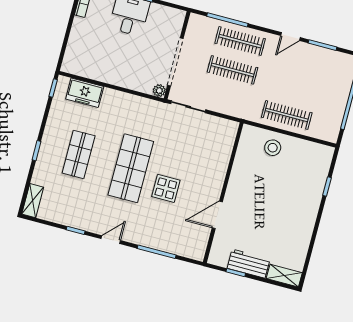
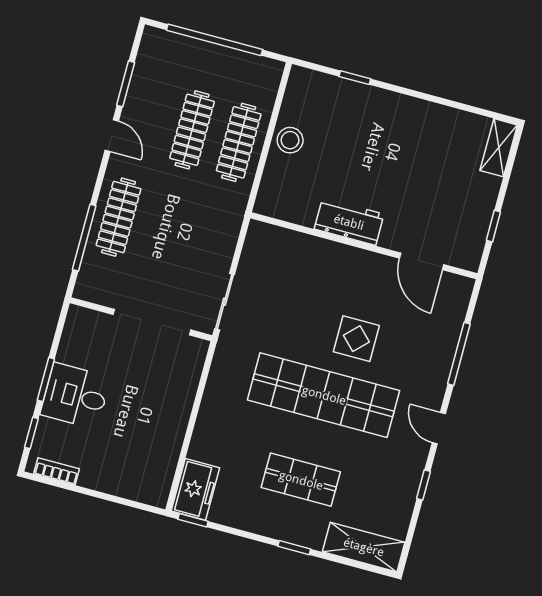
clothes rail: (233, 70) -> (192, 130), moved
plant: (159, 91) -> (198, 348), removed
freezer: (85, 93) -> (195, 489), moved
stool: (273, 148) -> (290, 140), moved
shop shelf: (131, 168) -> (324, 395), width x1.40
shelving: (33, 201) -> (364, 547), width x1.50, depth x1.33
door: (217, 215) -> (422, 261), moved
workbench: (249, 264) -> (349, 222), moved, turned 90

